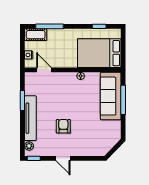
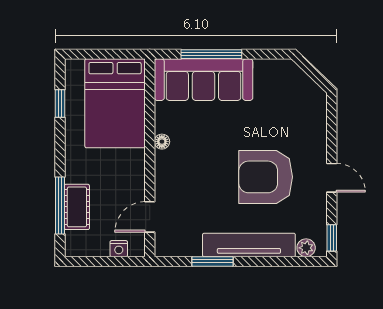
cot: (36, 35) -> (77, 207), moved
armchair: (63, 126) -> (266, 177), width x1.88, depth x1.88
door: (63, 158) -> (332, 178), hinge flipped

